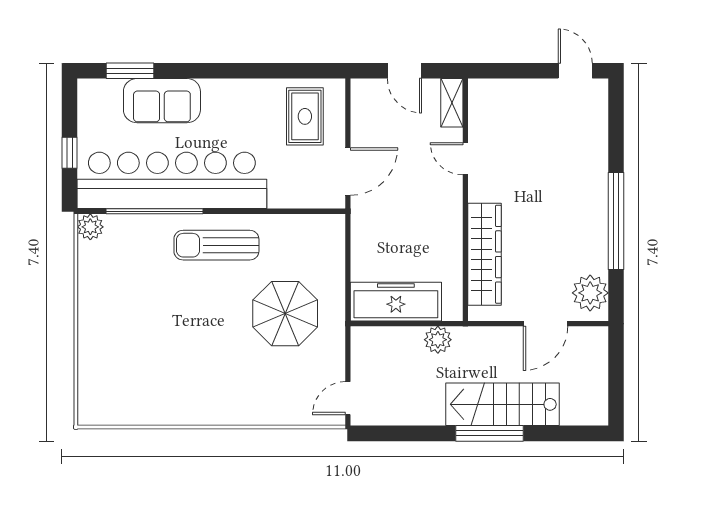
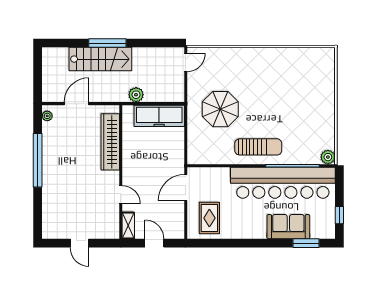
door: (575, 71) -> (80, 243), moved
window: (70, 153) -> (339, 215), moved
plant: (590, 293) -> (47, 116), width x0.53, depth x0.53

